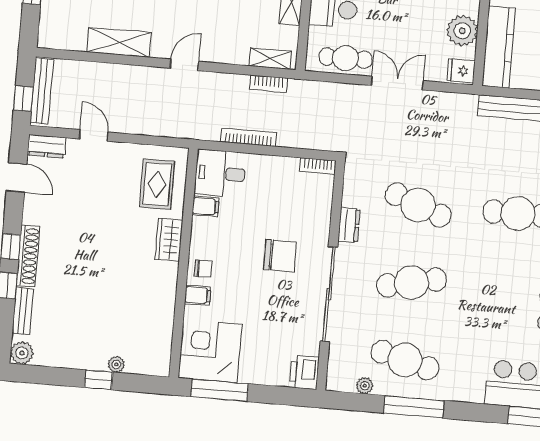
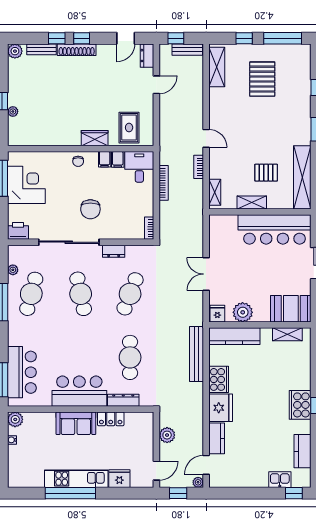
shelving: (119, 42) -> (217, 67), moved
cafe table: (346, 58) -> (219, 240), removed
double door: (397, 83) -> (206, 274), swing flipped
bookcase: (268, 84) -> (199, 167), moved
bench: (42, 91) -> (187, 50), width x0.73
rug: (157, 184) -> (129, 128), turned 90
filing cabinet: (198, 295) -> (105, 159), moved
corner desk: (210, 351) -> (26, 185), moved

